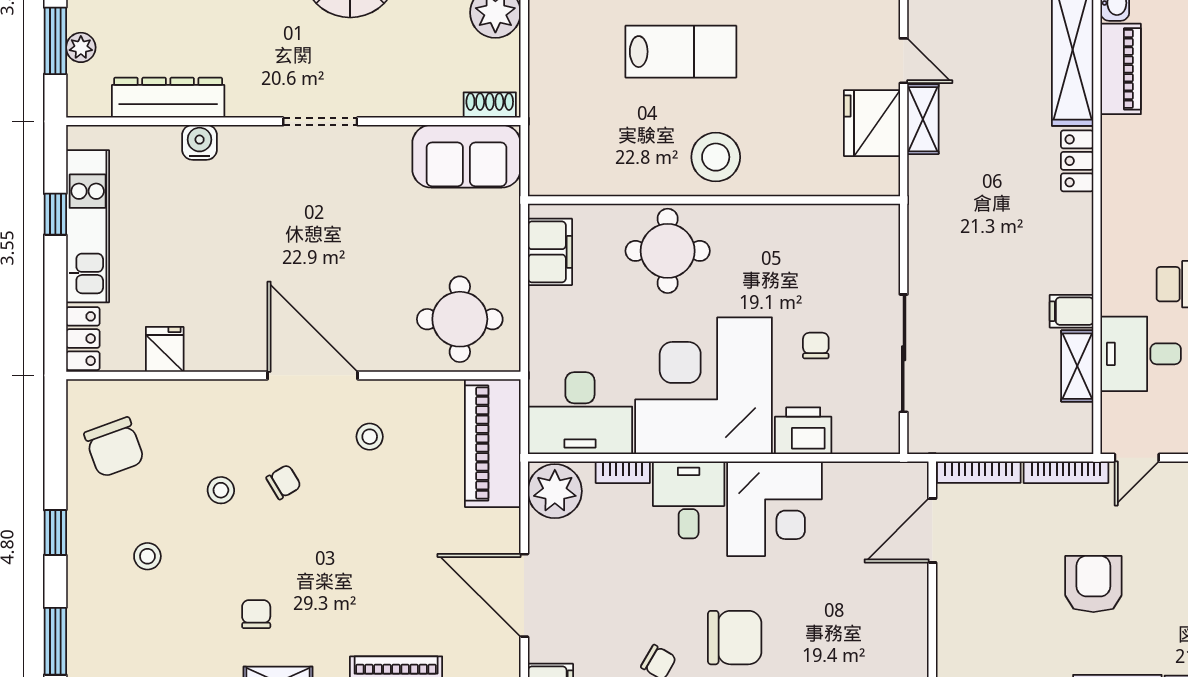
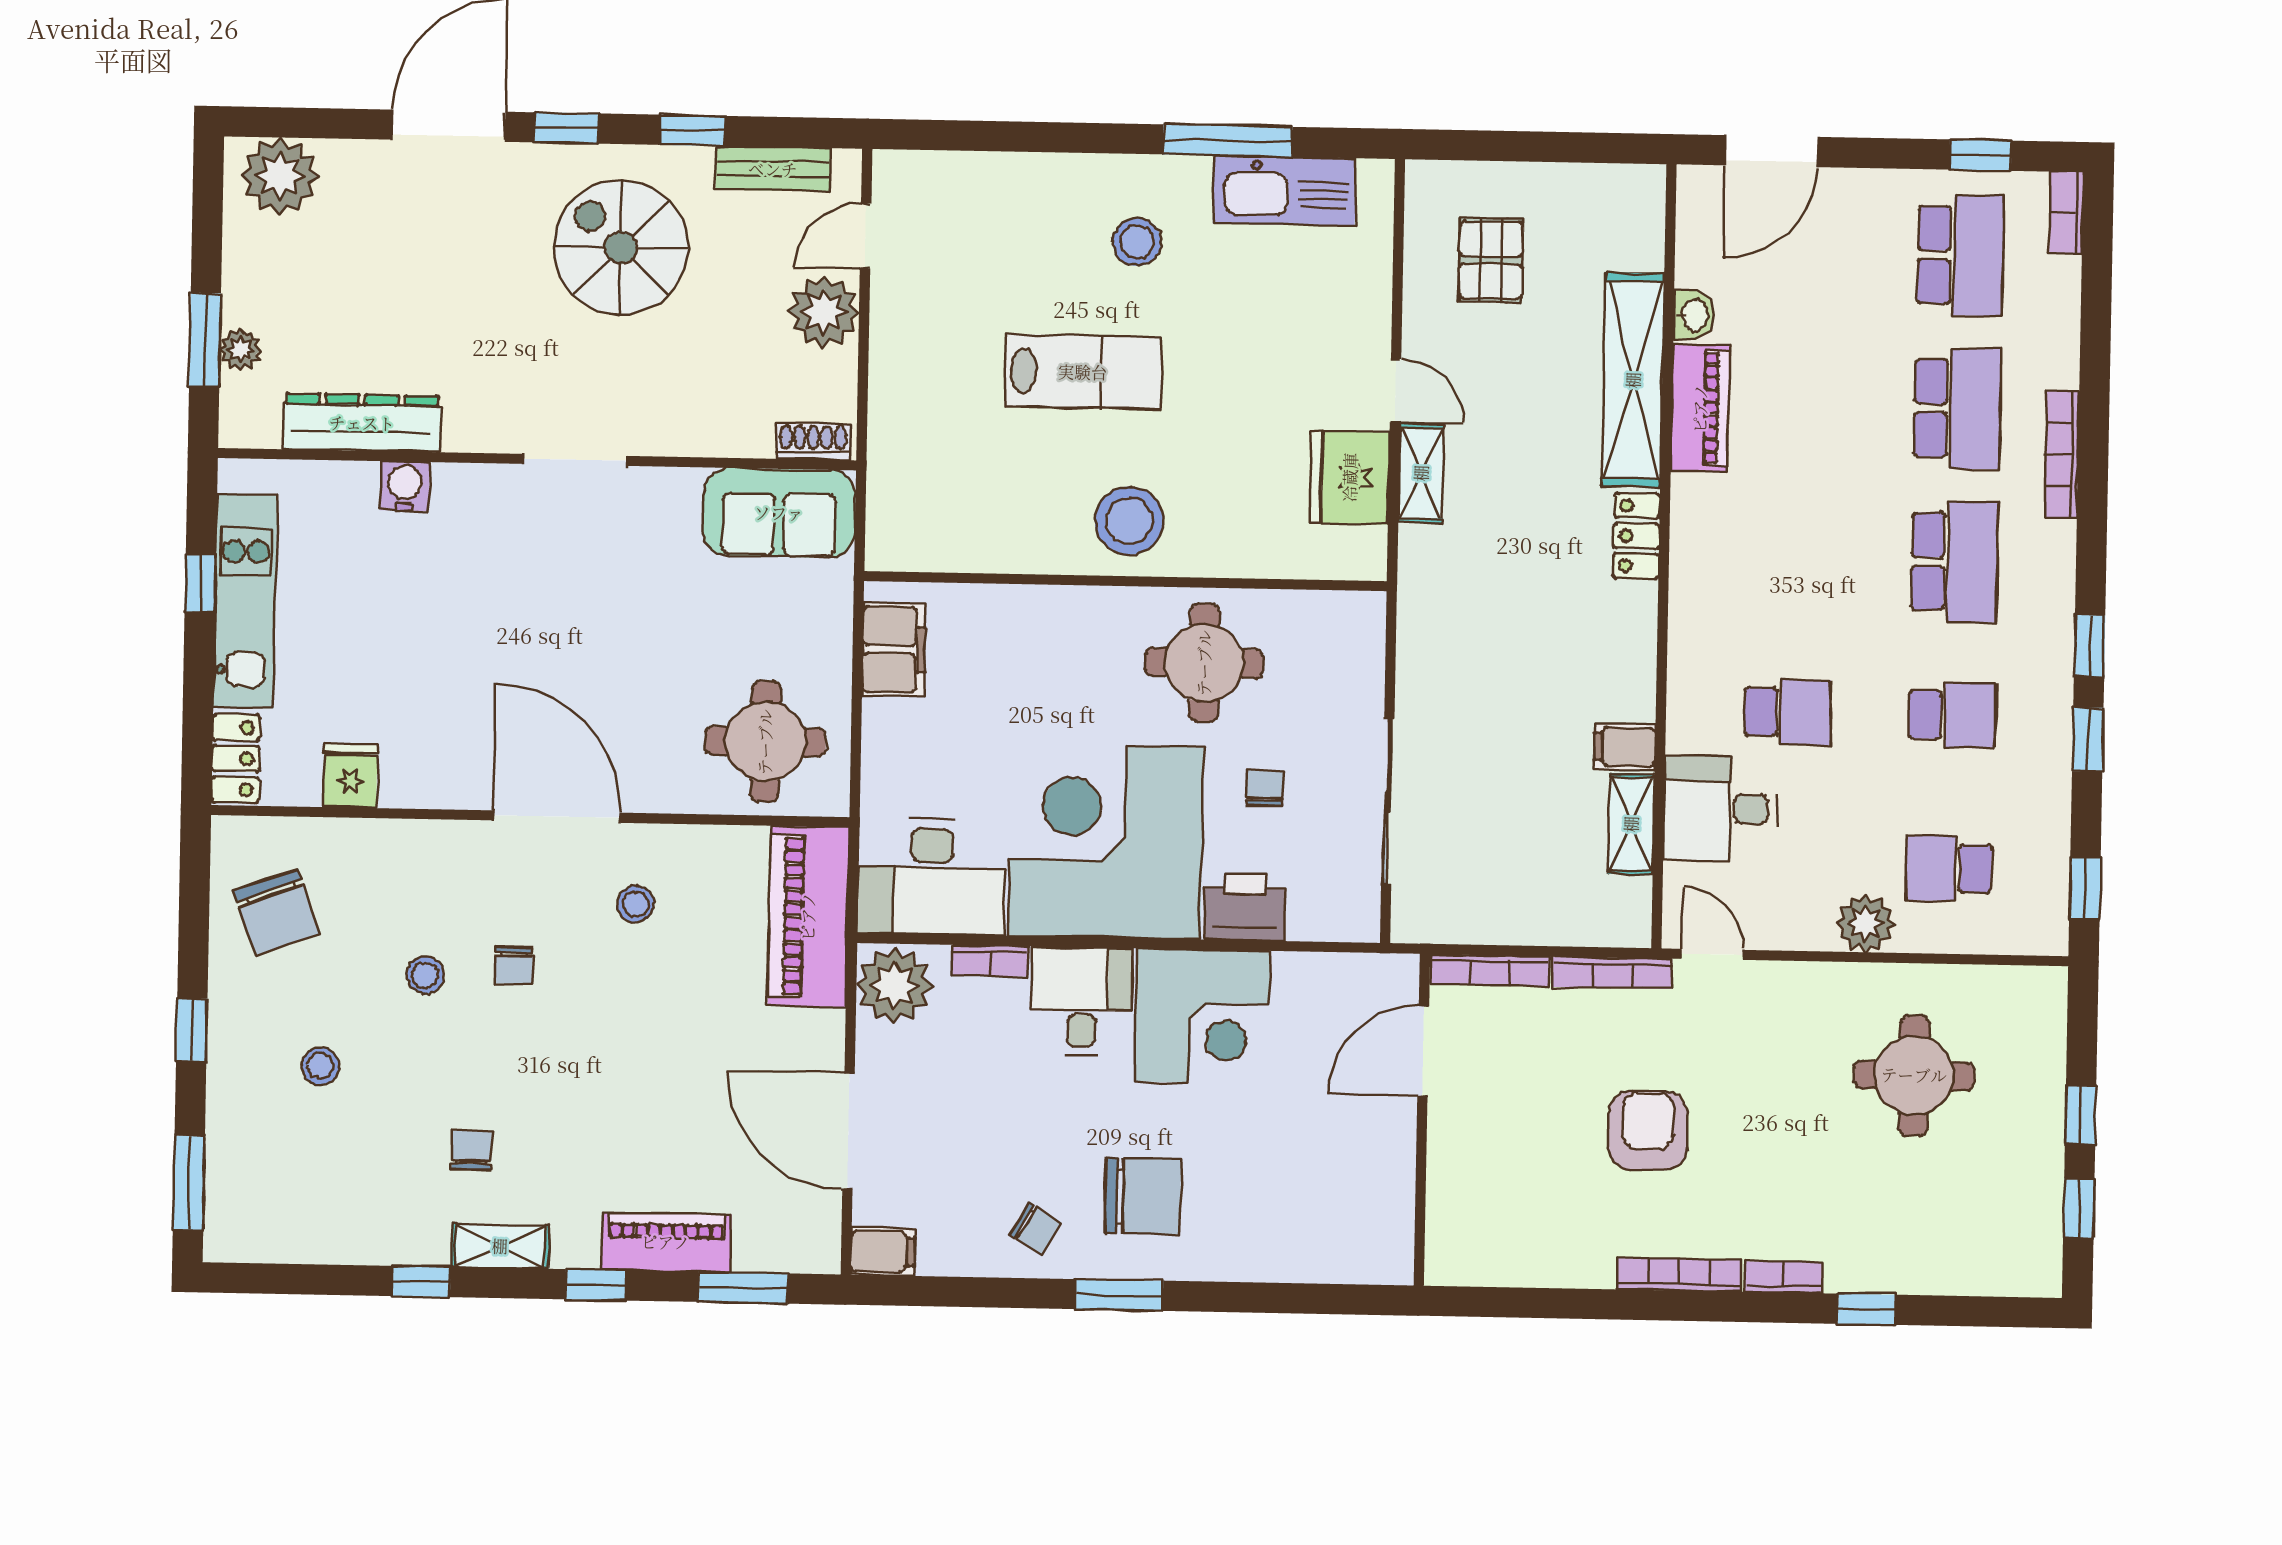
round table: (668, 251) -> (1204, 663), moved
door: (1137, 458) -> (1712, 954), swing flipped
chair: (284, 482) -> (514, 965), turned 121

